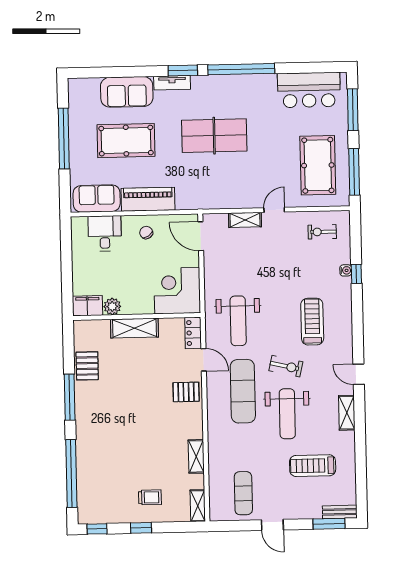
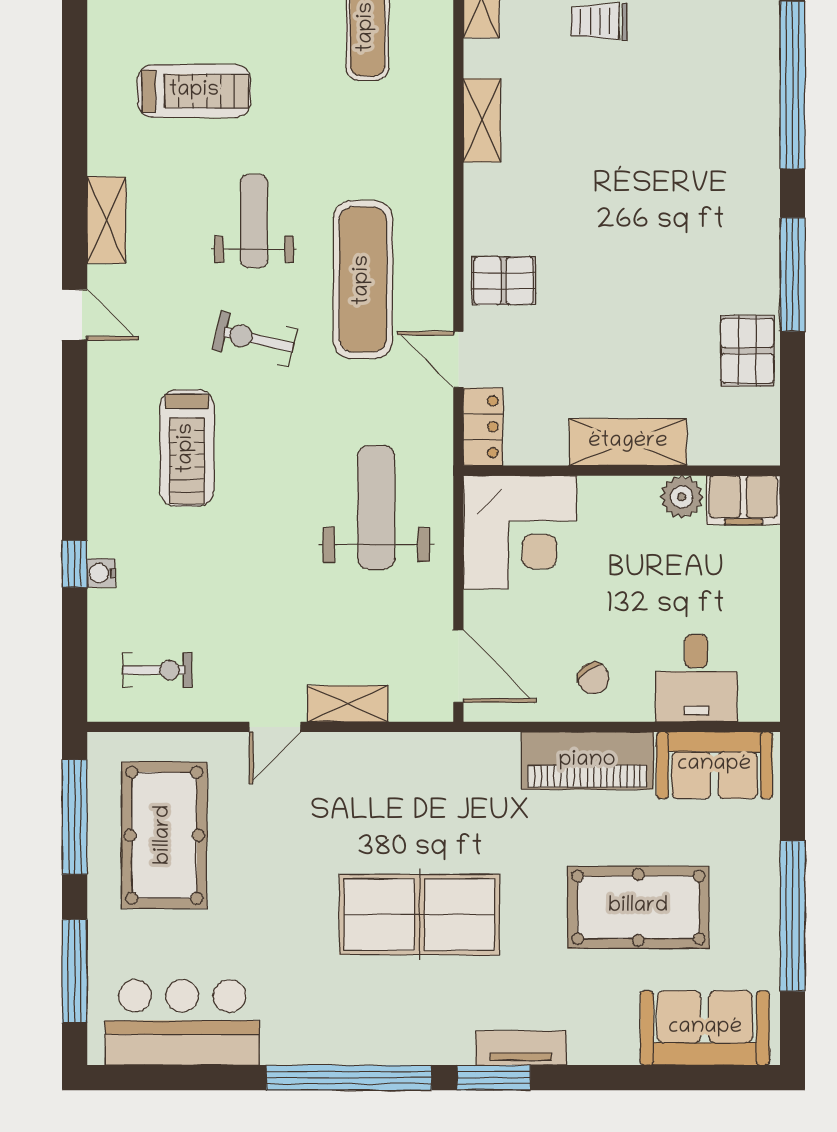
sofa: (127, 92) -> (705, 1028), moved
weight bench: (238, 321) -> (376, 507), moved
weight bench: (287, 414) -> (254, 221), width x0.73, depth x0.75

